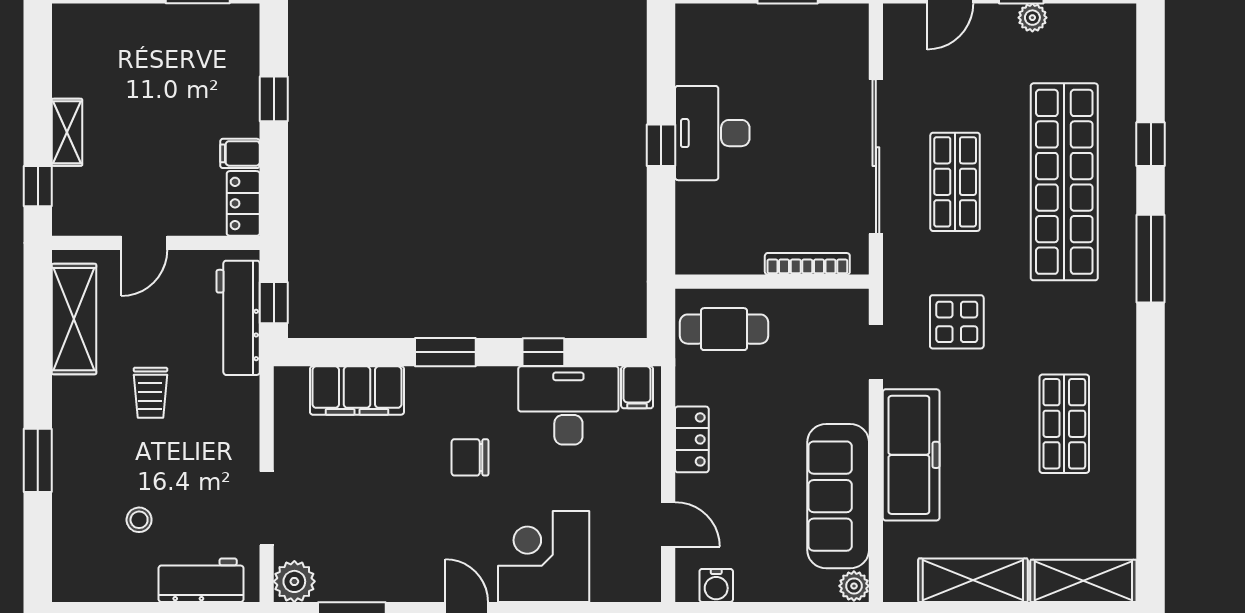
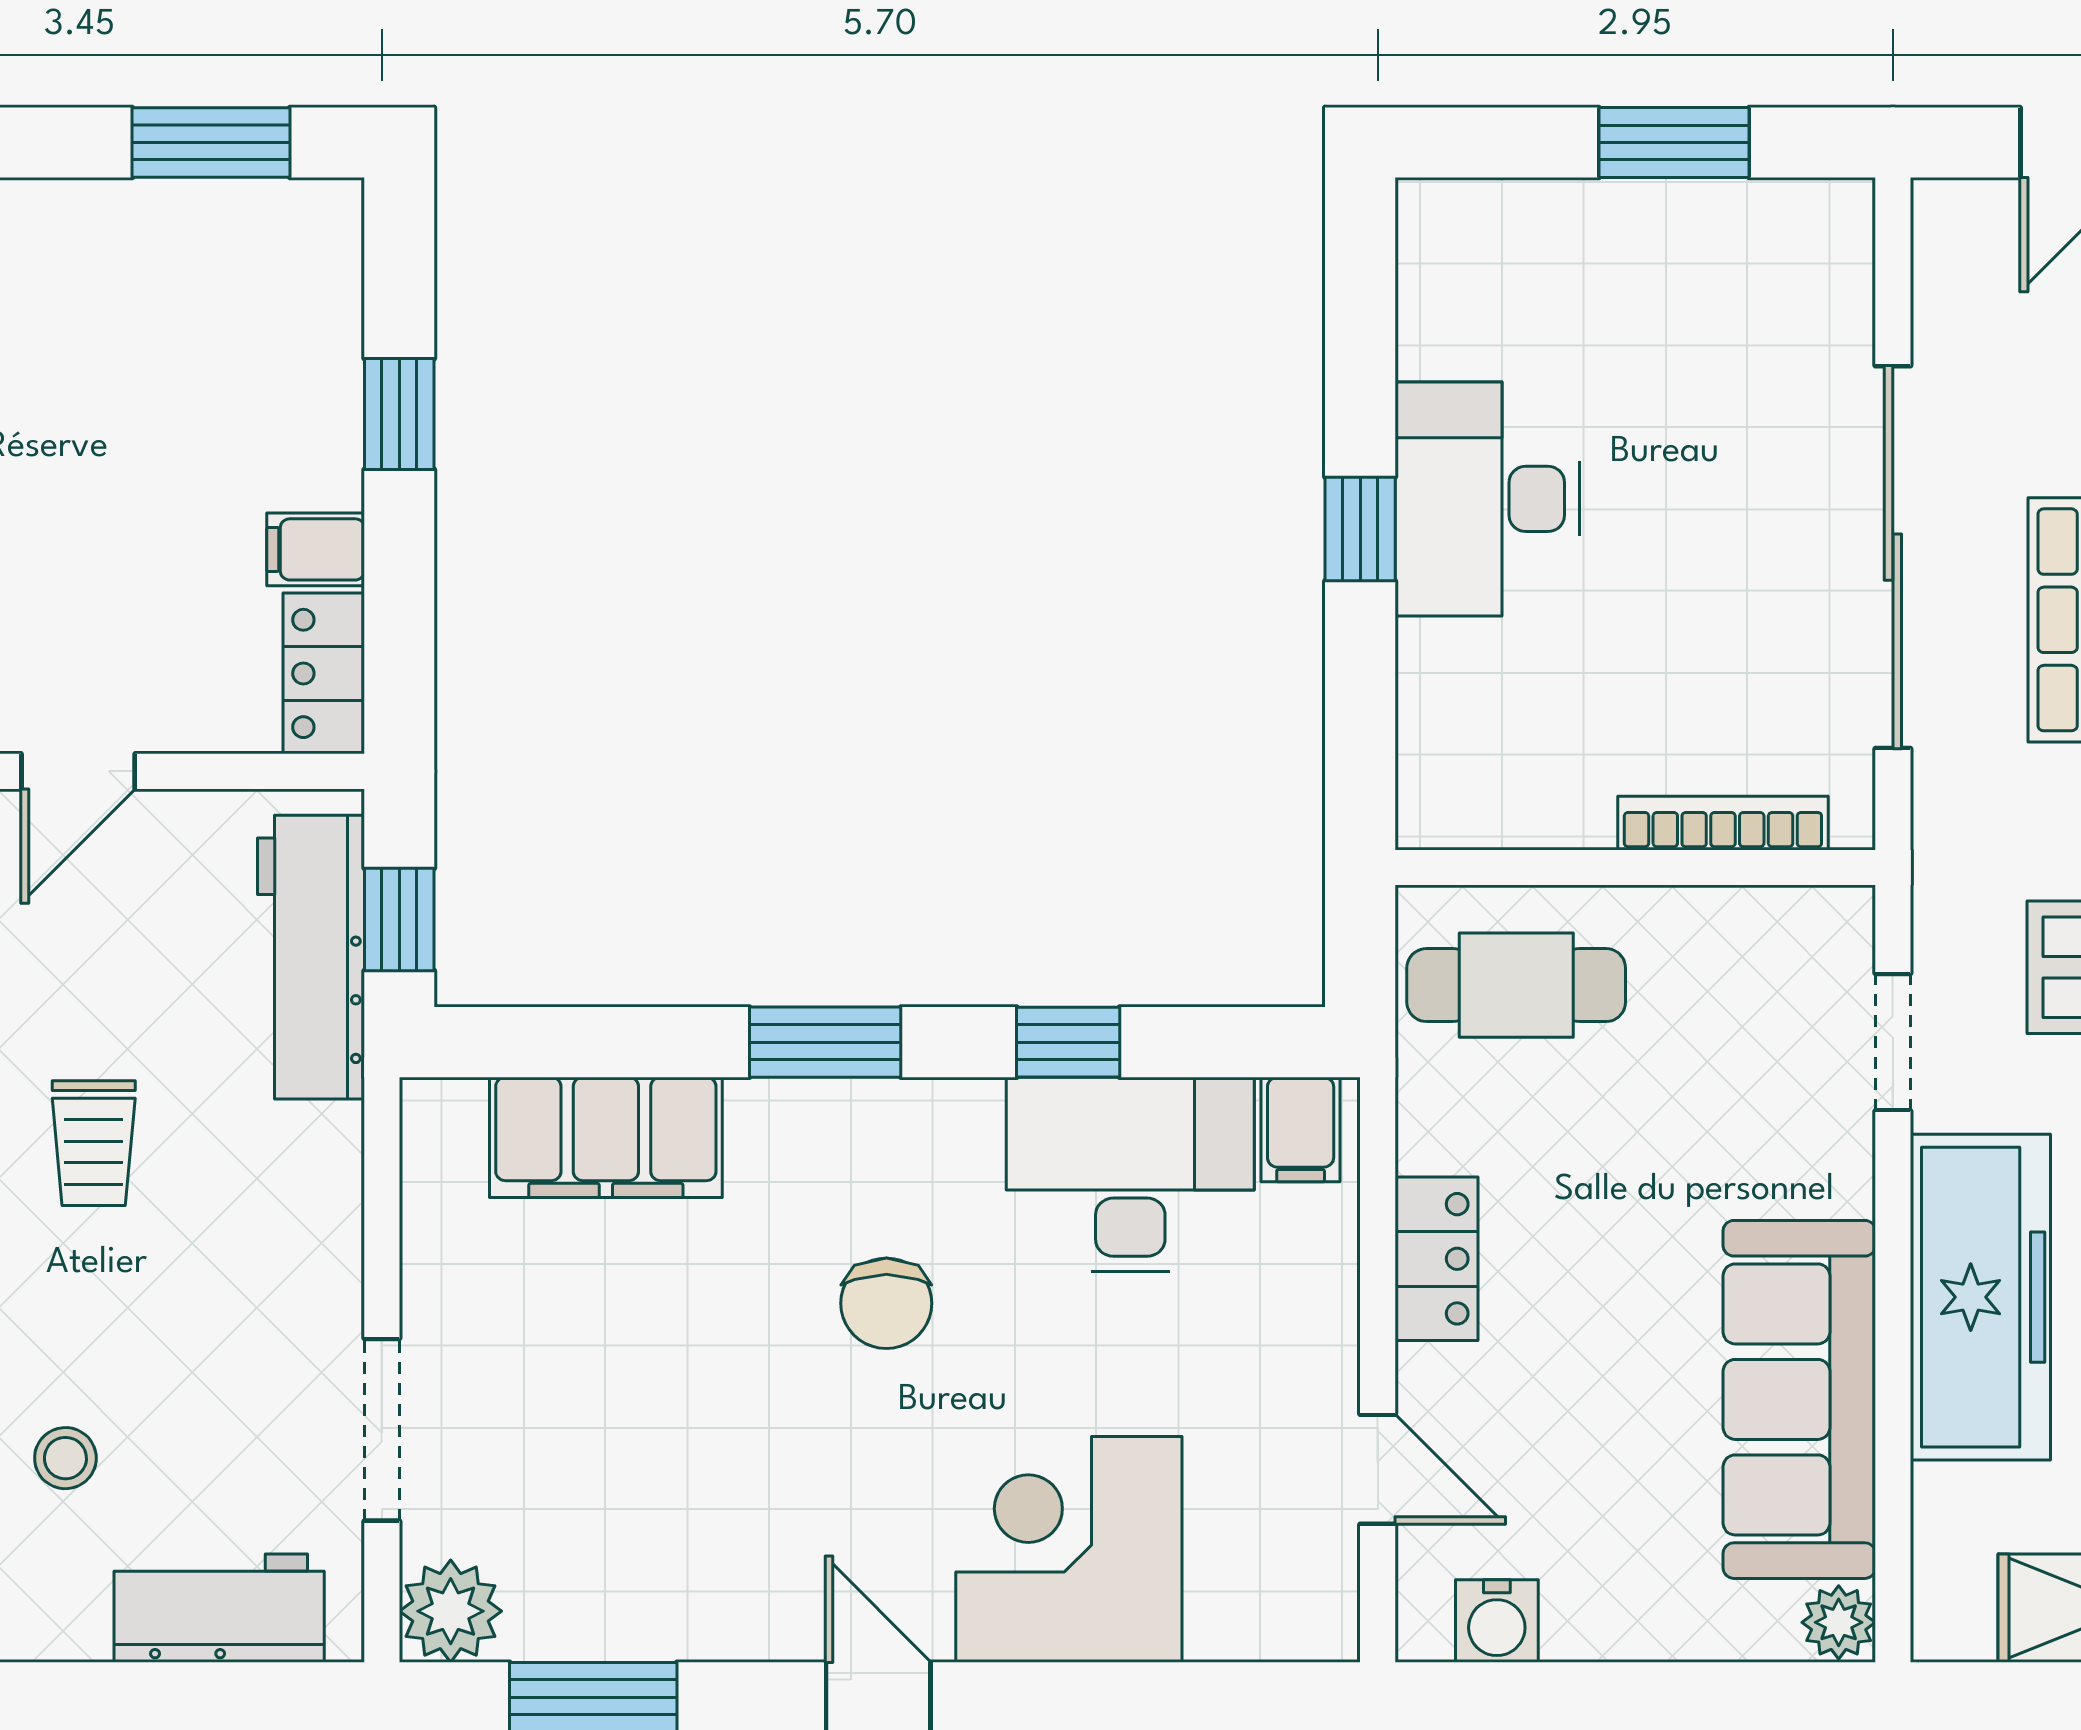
chair: (470, 457) -> (886, 1303), turned -90

